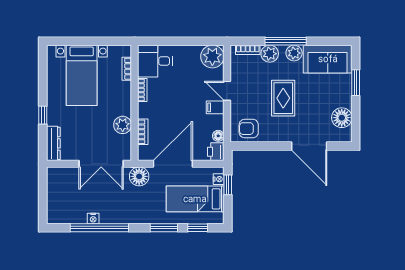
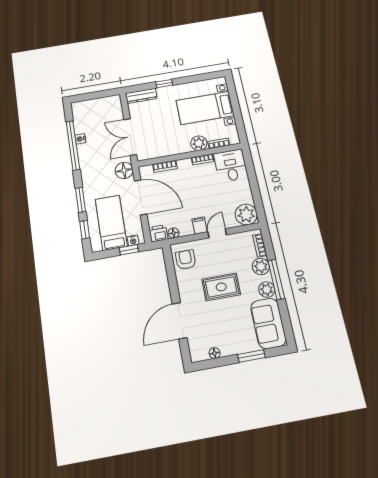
floor lamp: (342, 118) -> (215, 353), width x0.53, depth x0.53
plant: (123, 125) -> (199, 143), moved

